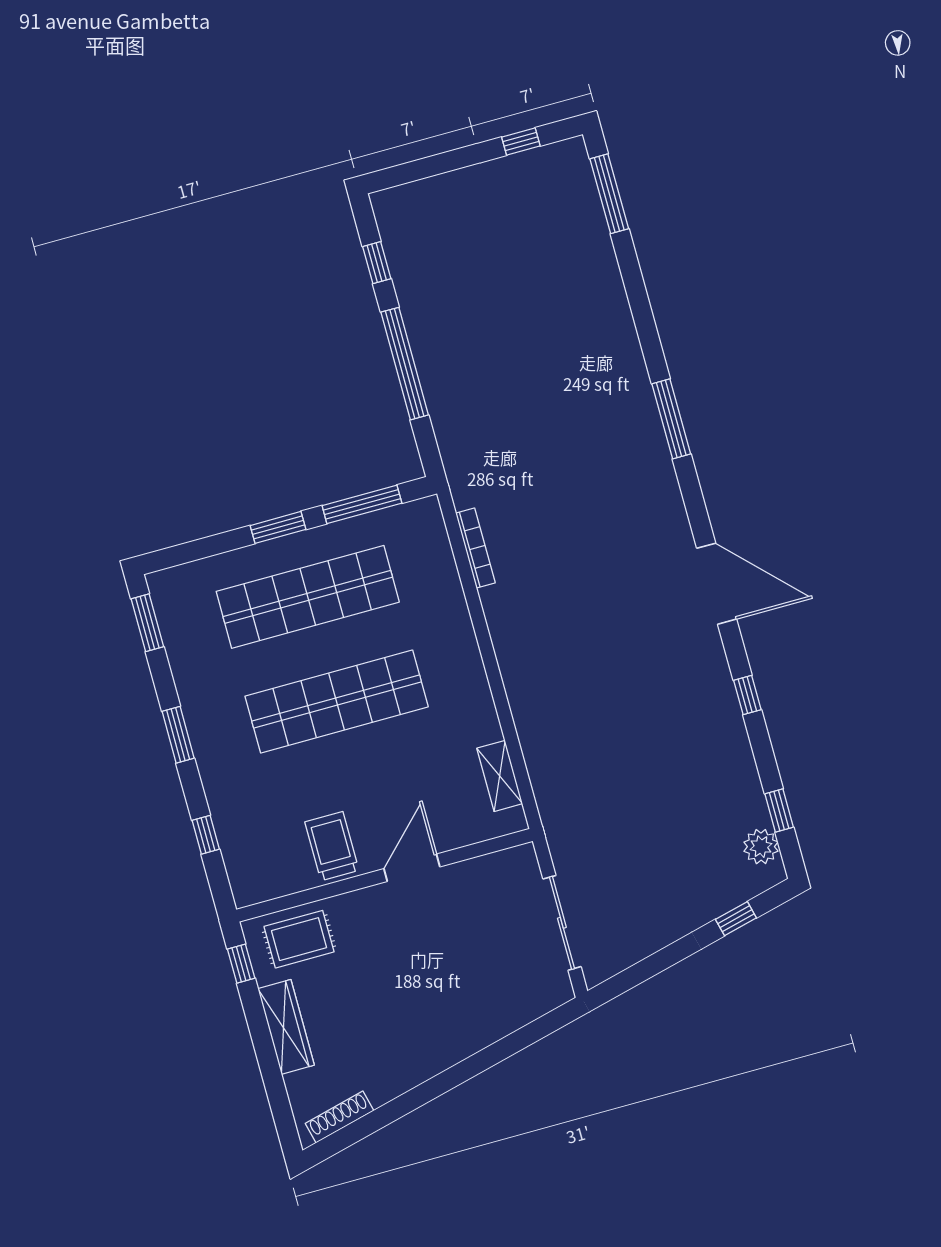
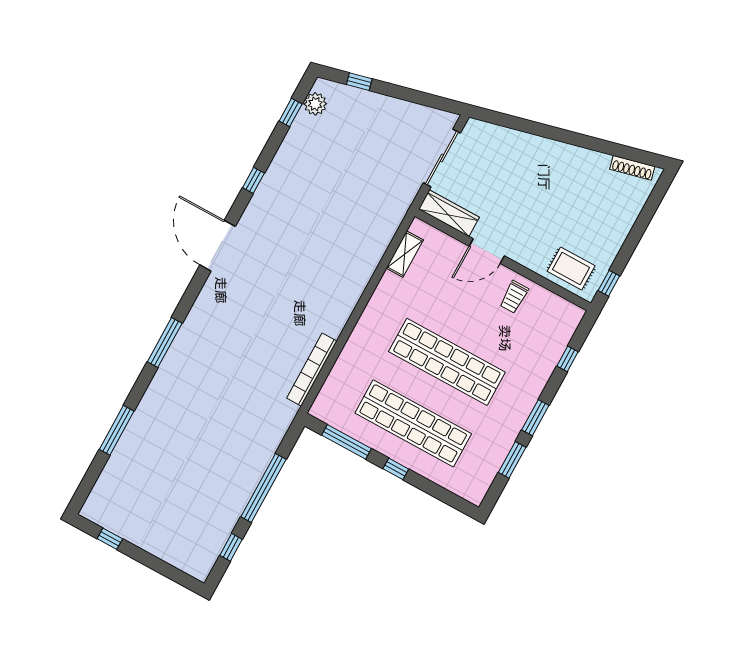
window: (609, 194) -> (117, 430), moved
window: (278, 527) -> (396, 469), width x0.67
bookcase: (475, 548) -> (312, 370), width x1.48, depth x1.31
window: (147, 623) -> (512, 460), moved
trolley: (332, 846) -> (514, 297), width x0.73, depth x0.72
wardrobe: (286, 1027) -> (449, 213), moved, turned 90

